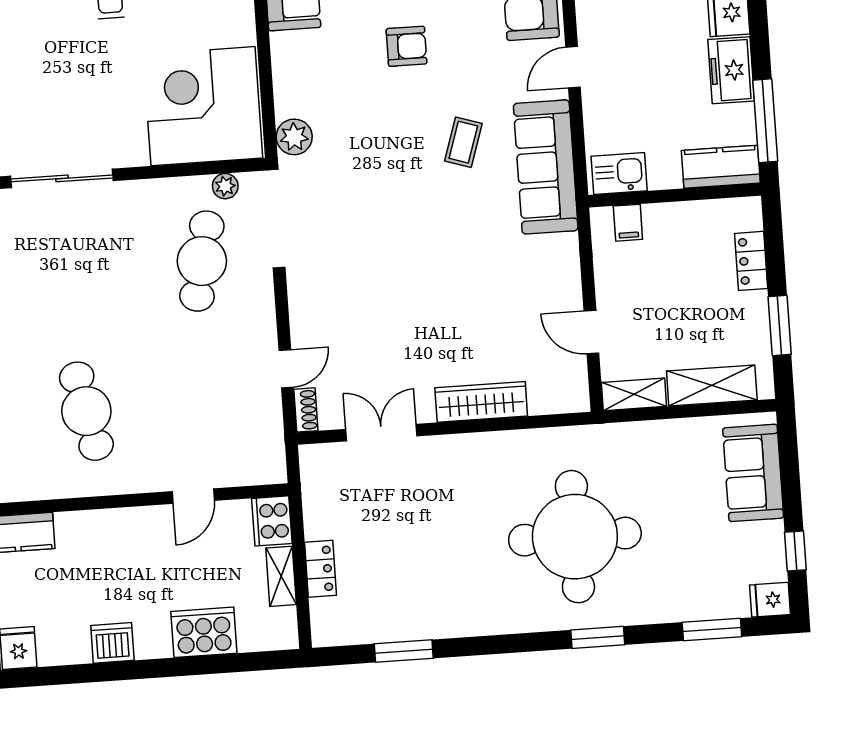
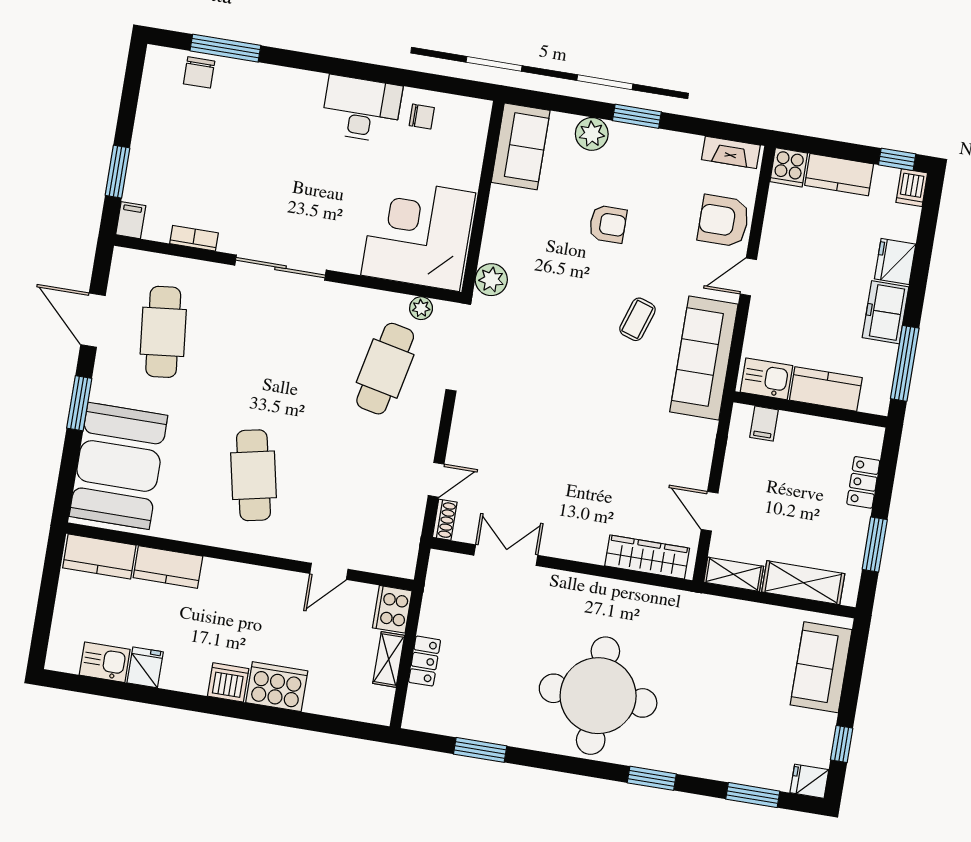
kitchen counter: (721, 167) -> (826, 389), moved
wardrobe: (481, 402) -> (647, 557), moved
round table: (575, 537) -> (598, 696), moved
cooker: (204, 632) -> (277, 687), moved

